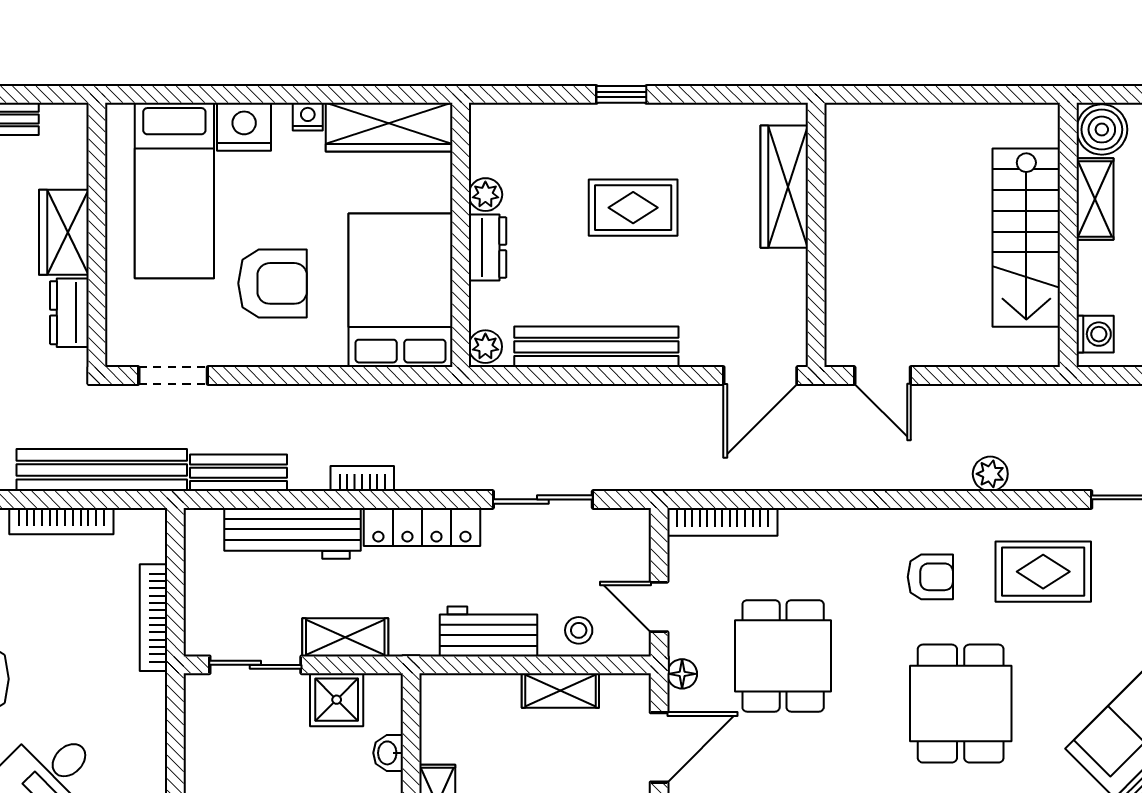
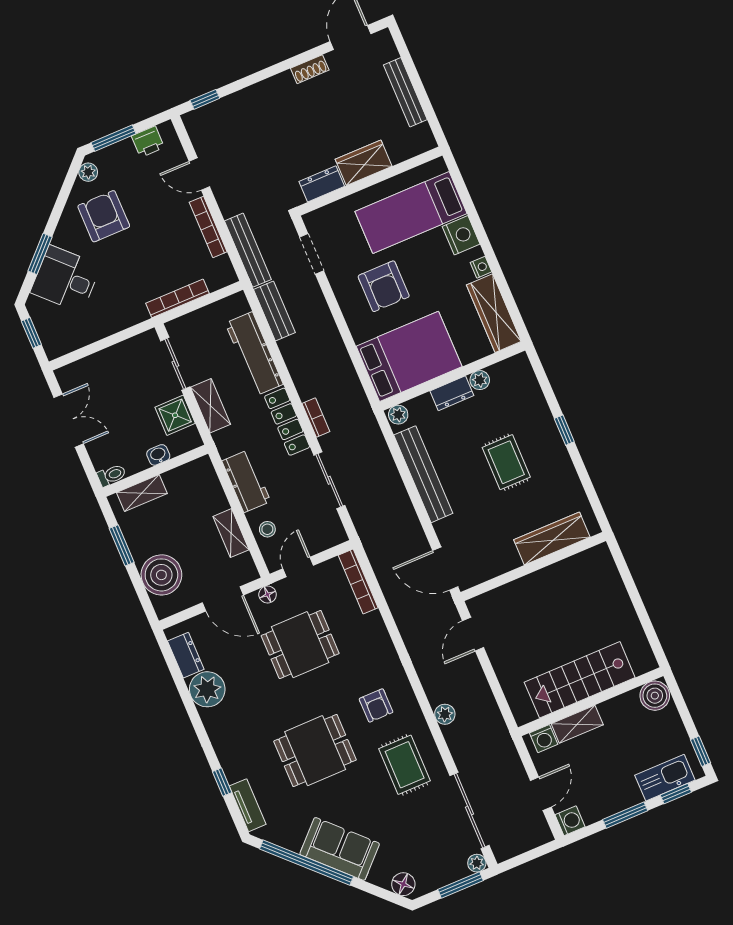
shelving: (1095, 199) -> (577, 724), moved
bench: (102, 470) -> (248, 250), width x0.73, depth x0.82
bookcase: (362, 479) -> (316, 417), moved

